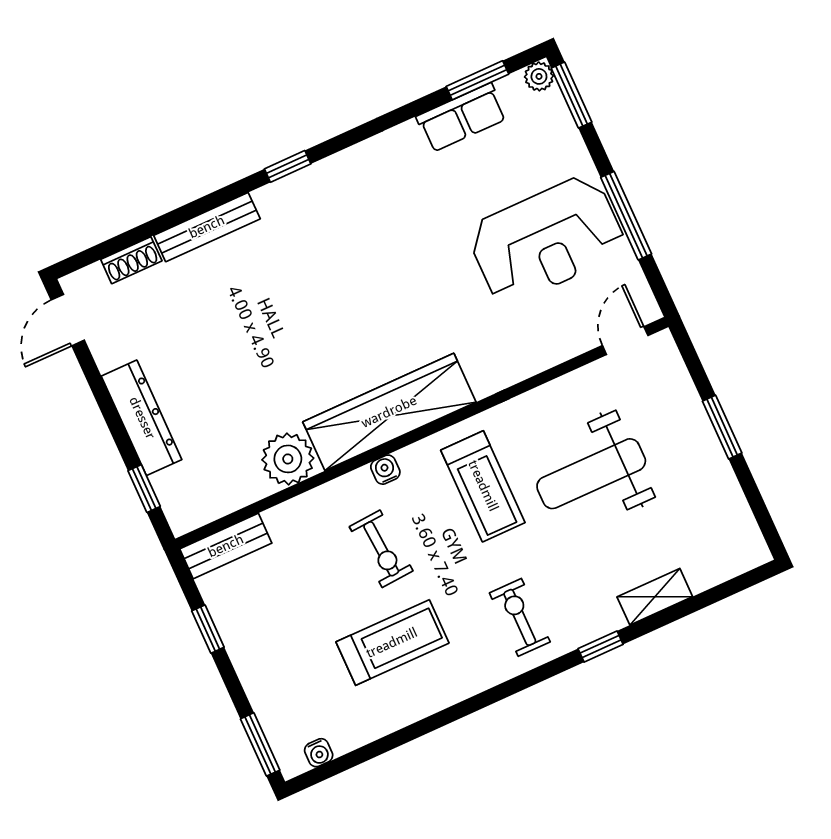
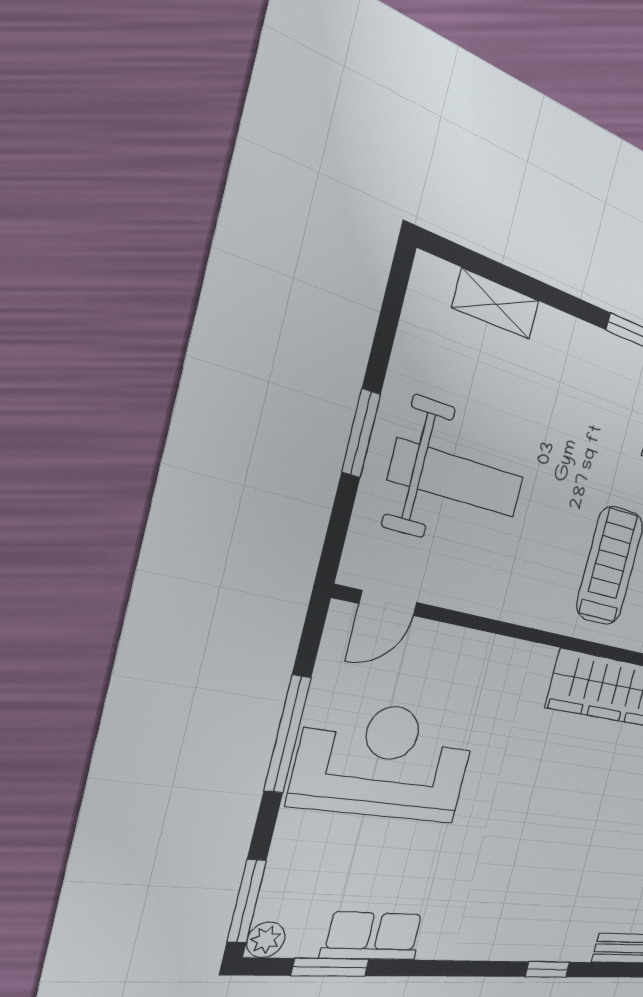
weight bench: (591, 474) -> (457, 479), moved
shelving: (655, 597) -> (496, 304), moved

